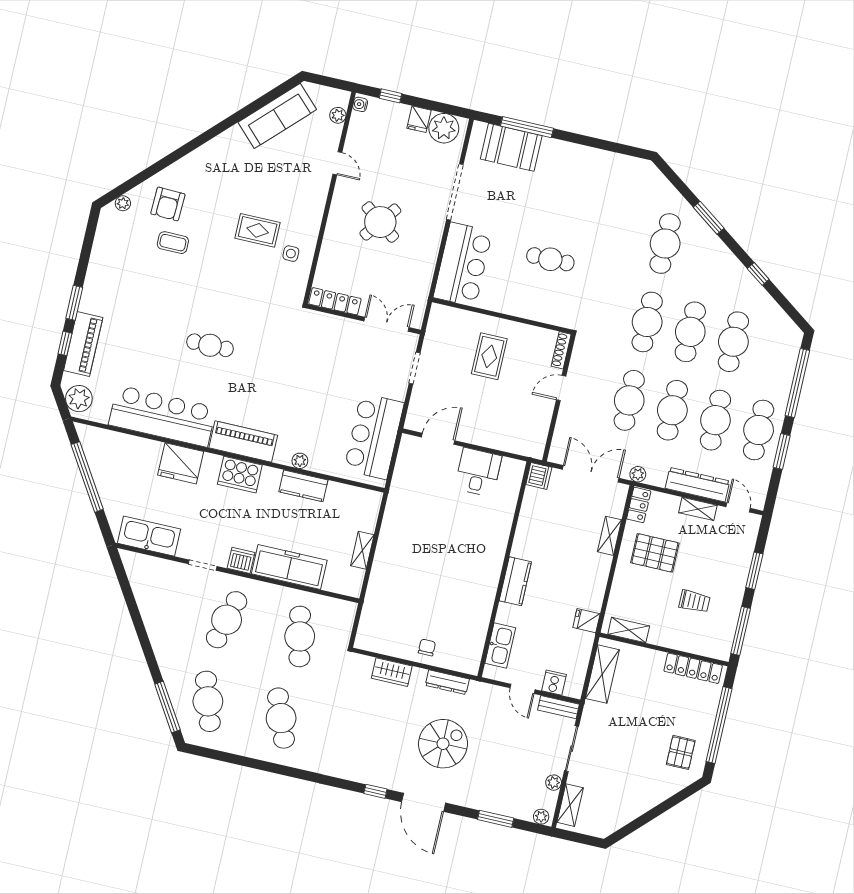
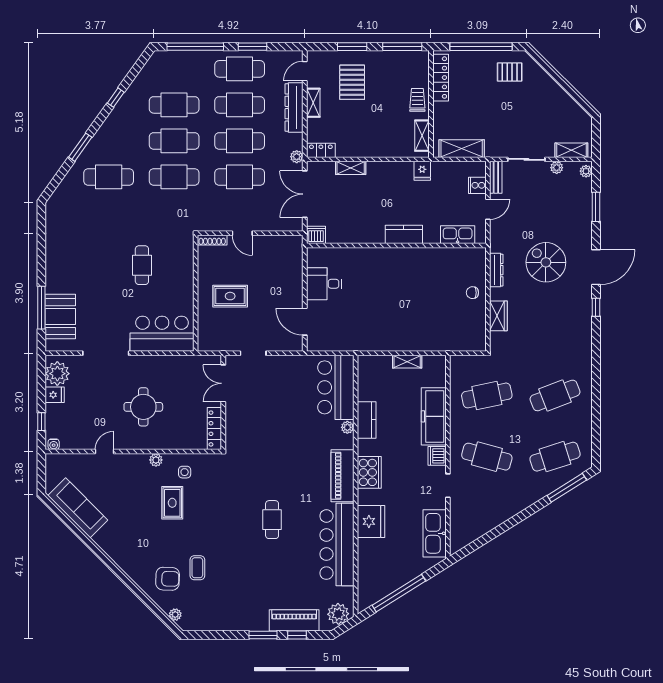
plant: (338, 115) -> (156, 460), moved
round table: (380, 222) -> (143, 407), turned -37
bar counter: (374, 436) -> (336, 387), moved, turned 90
pallet: (655, 553) -> (352, 82), moved
trolley: (695, 601) -> (417, 100), moved

